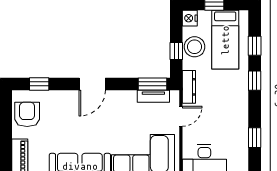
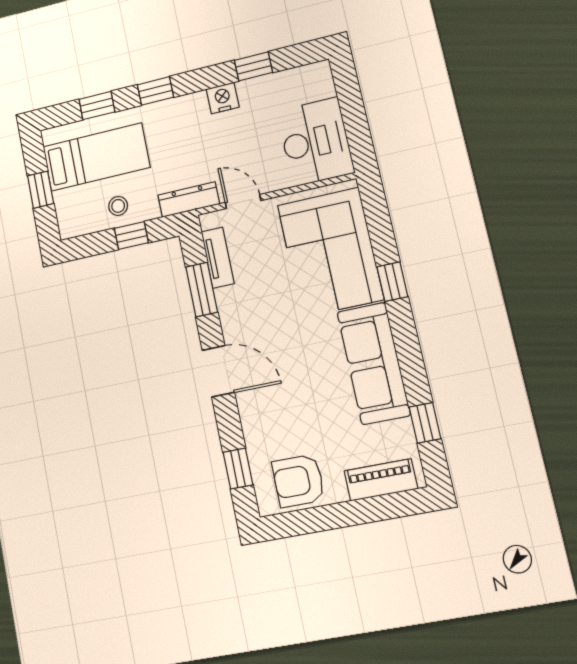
nightstand: (190, 18) -> (223, 98), moved, turned 180
stool: (195, 47) -> (118, 206), width x0.53, depth x0.53
window: (153, 84) -> (202, 290), moved

